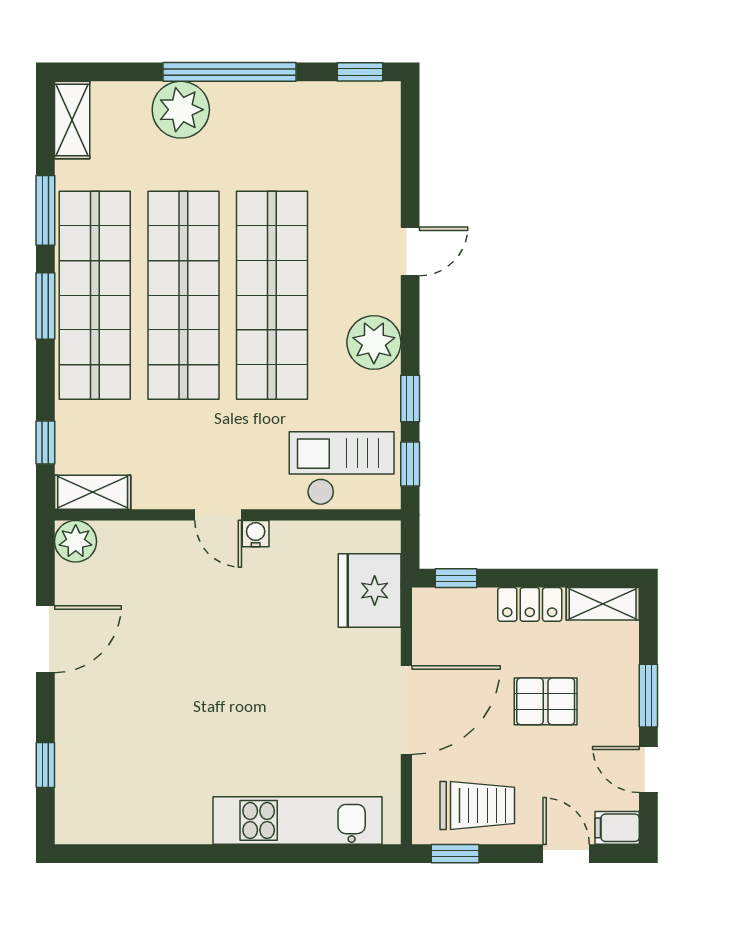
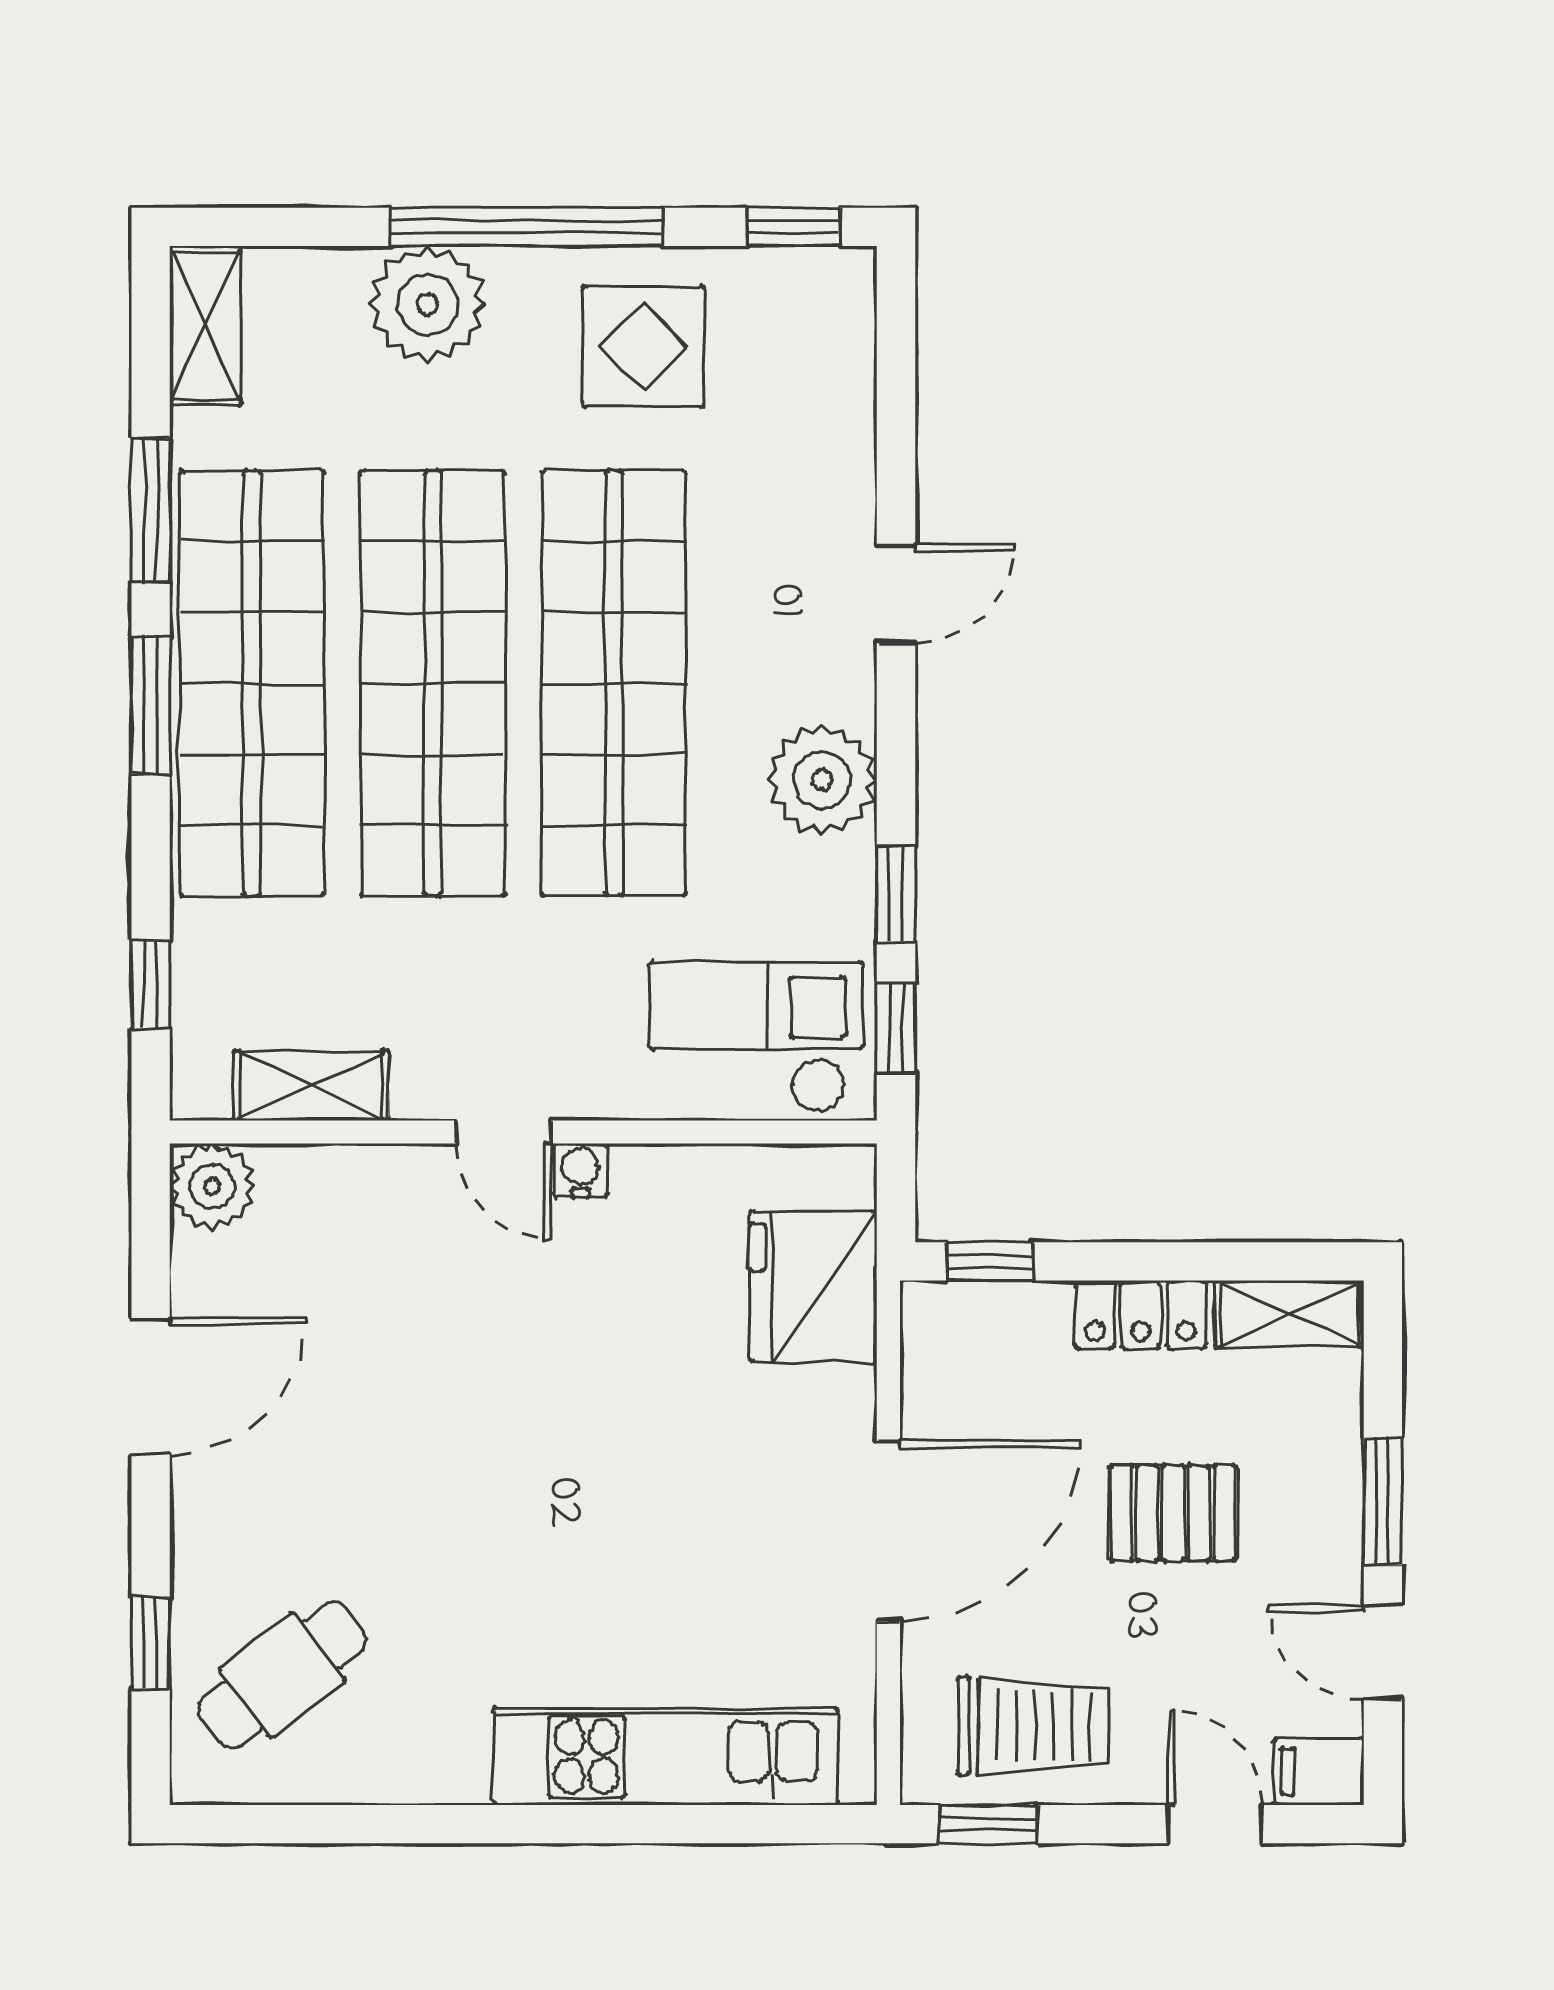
display table: (286, 130) -> (643, 347), added
shelving: (93, 492) -> (311, 1086), moved
cafe table: (110, 781) -> (282, 1675), added

